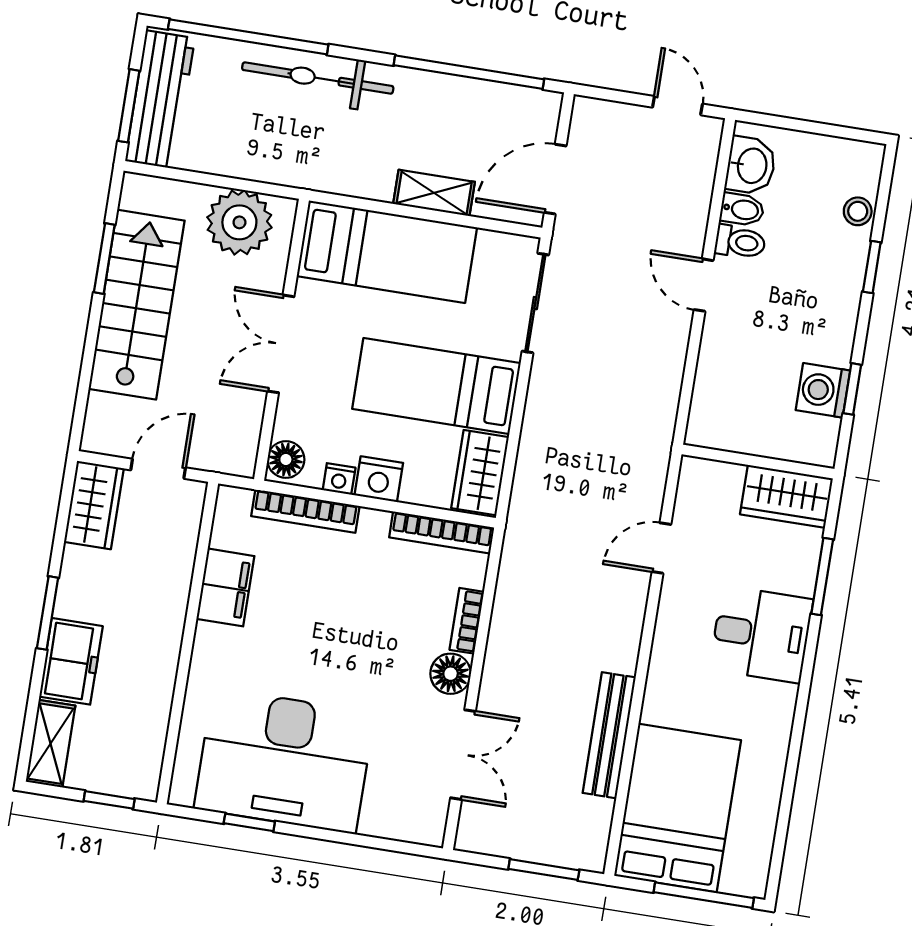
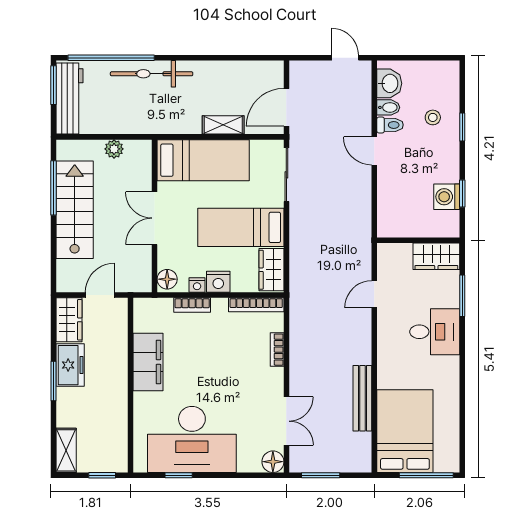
window: (469, 72) -> (231, 58), removed
window: (129, 106) -> (54, 85), moved
stool: (858, 211) -> (433, 117), moved
plant: (239, 222) -> (114, 149), width x0.53, depth x0.53
window: (104, 259) -> (54, 188), width x1.44
bookcase: (305, 511) -> (192, 305), width x0.64
filing cabinet: (225, 587) -> (148, 362), width x1.50, depth x1.17
freezer: (71, 661) -> (70, 365), moved
floor lamp: (451, 674) -> (273, 462), moved
window: (544, 870) -> (321, 475), moved

